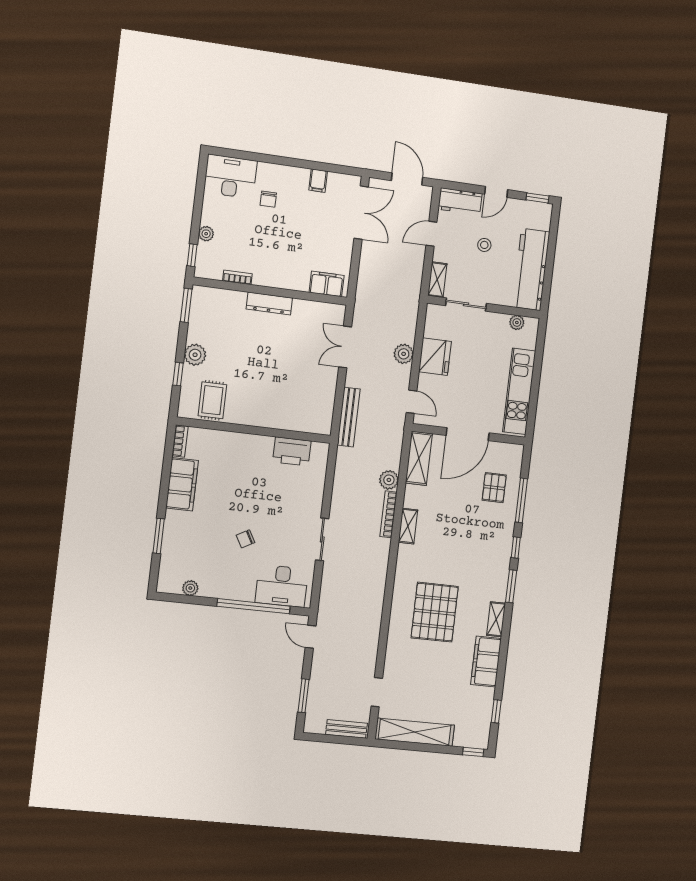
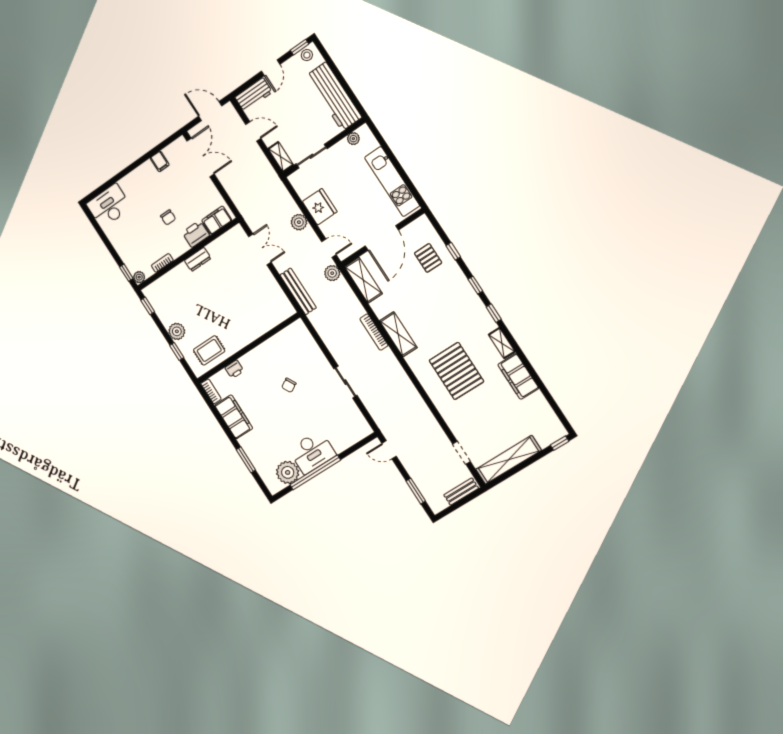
chair: (268, 199) -> (168, 217), moved
plant: (206, 234) -> (139, 277), moved
door: (431, 234) -> (253, 131), swing flipped
stool: (484, 245) -> (307, 55), moved
printer: (295, 279) -> (196, 234), added
dresser: (269, 303) -> (198, 259), width x0.70
window: (186, 305) -> (148, 306), width x0.67
double door: (345, 347) -> (260, 249), swing flipped
rug: (212, 400) -> (209, 350), turned 90
printer: (292, 451) -> (234, 369), moved, width x0.53, depth x0.68
plant: (389, 480) -> (332, 273), moved
window: (521, 500) -> (453, 251), width x0.46
shelving: (408, 526) -> (398, 334), width x1.50, depth x1.33
chair: (246, 539) -> (289, 385), moved
desk: (282, 586) -> (312, 452), moved
window: (511, 586) -> (494, 313), width x0.67
plant: (190, 588) -> (288, 472), width x1.88, depth x1.88
window: (254, 606) -> (315, 472), moved
window: (496, 711) -> (553, 404), removed

